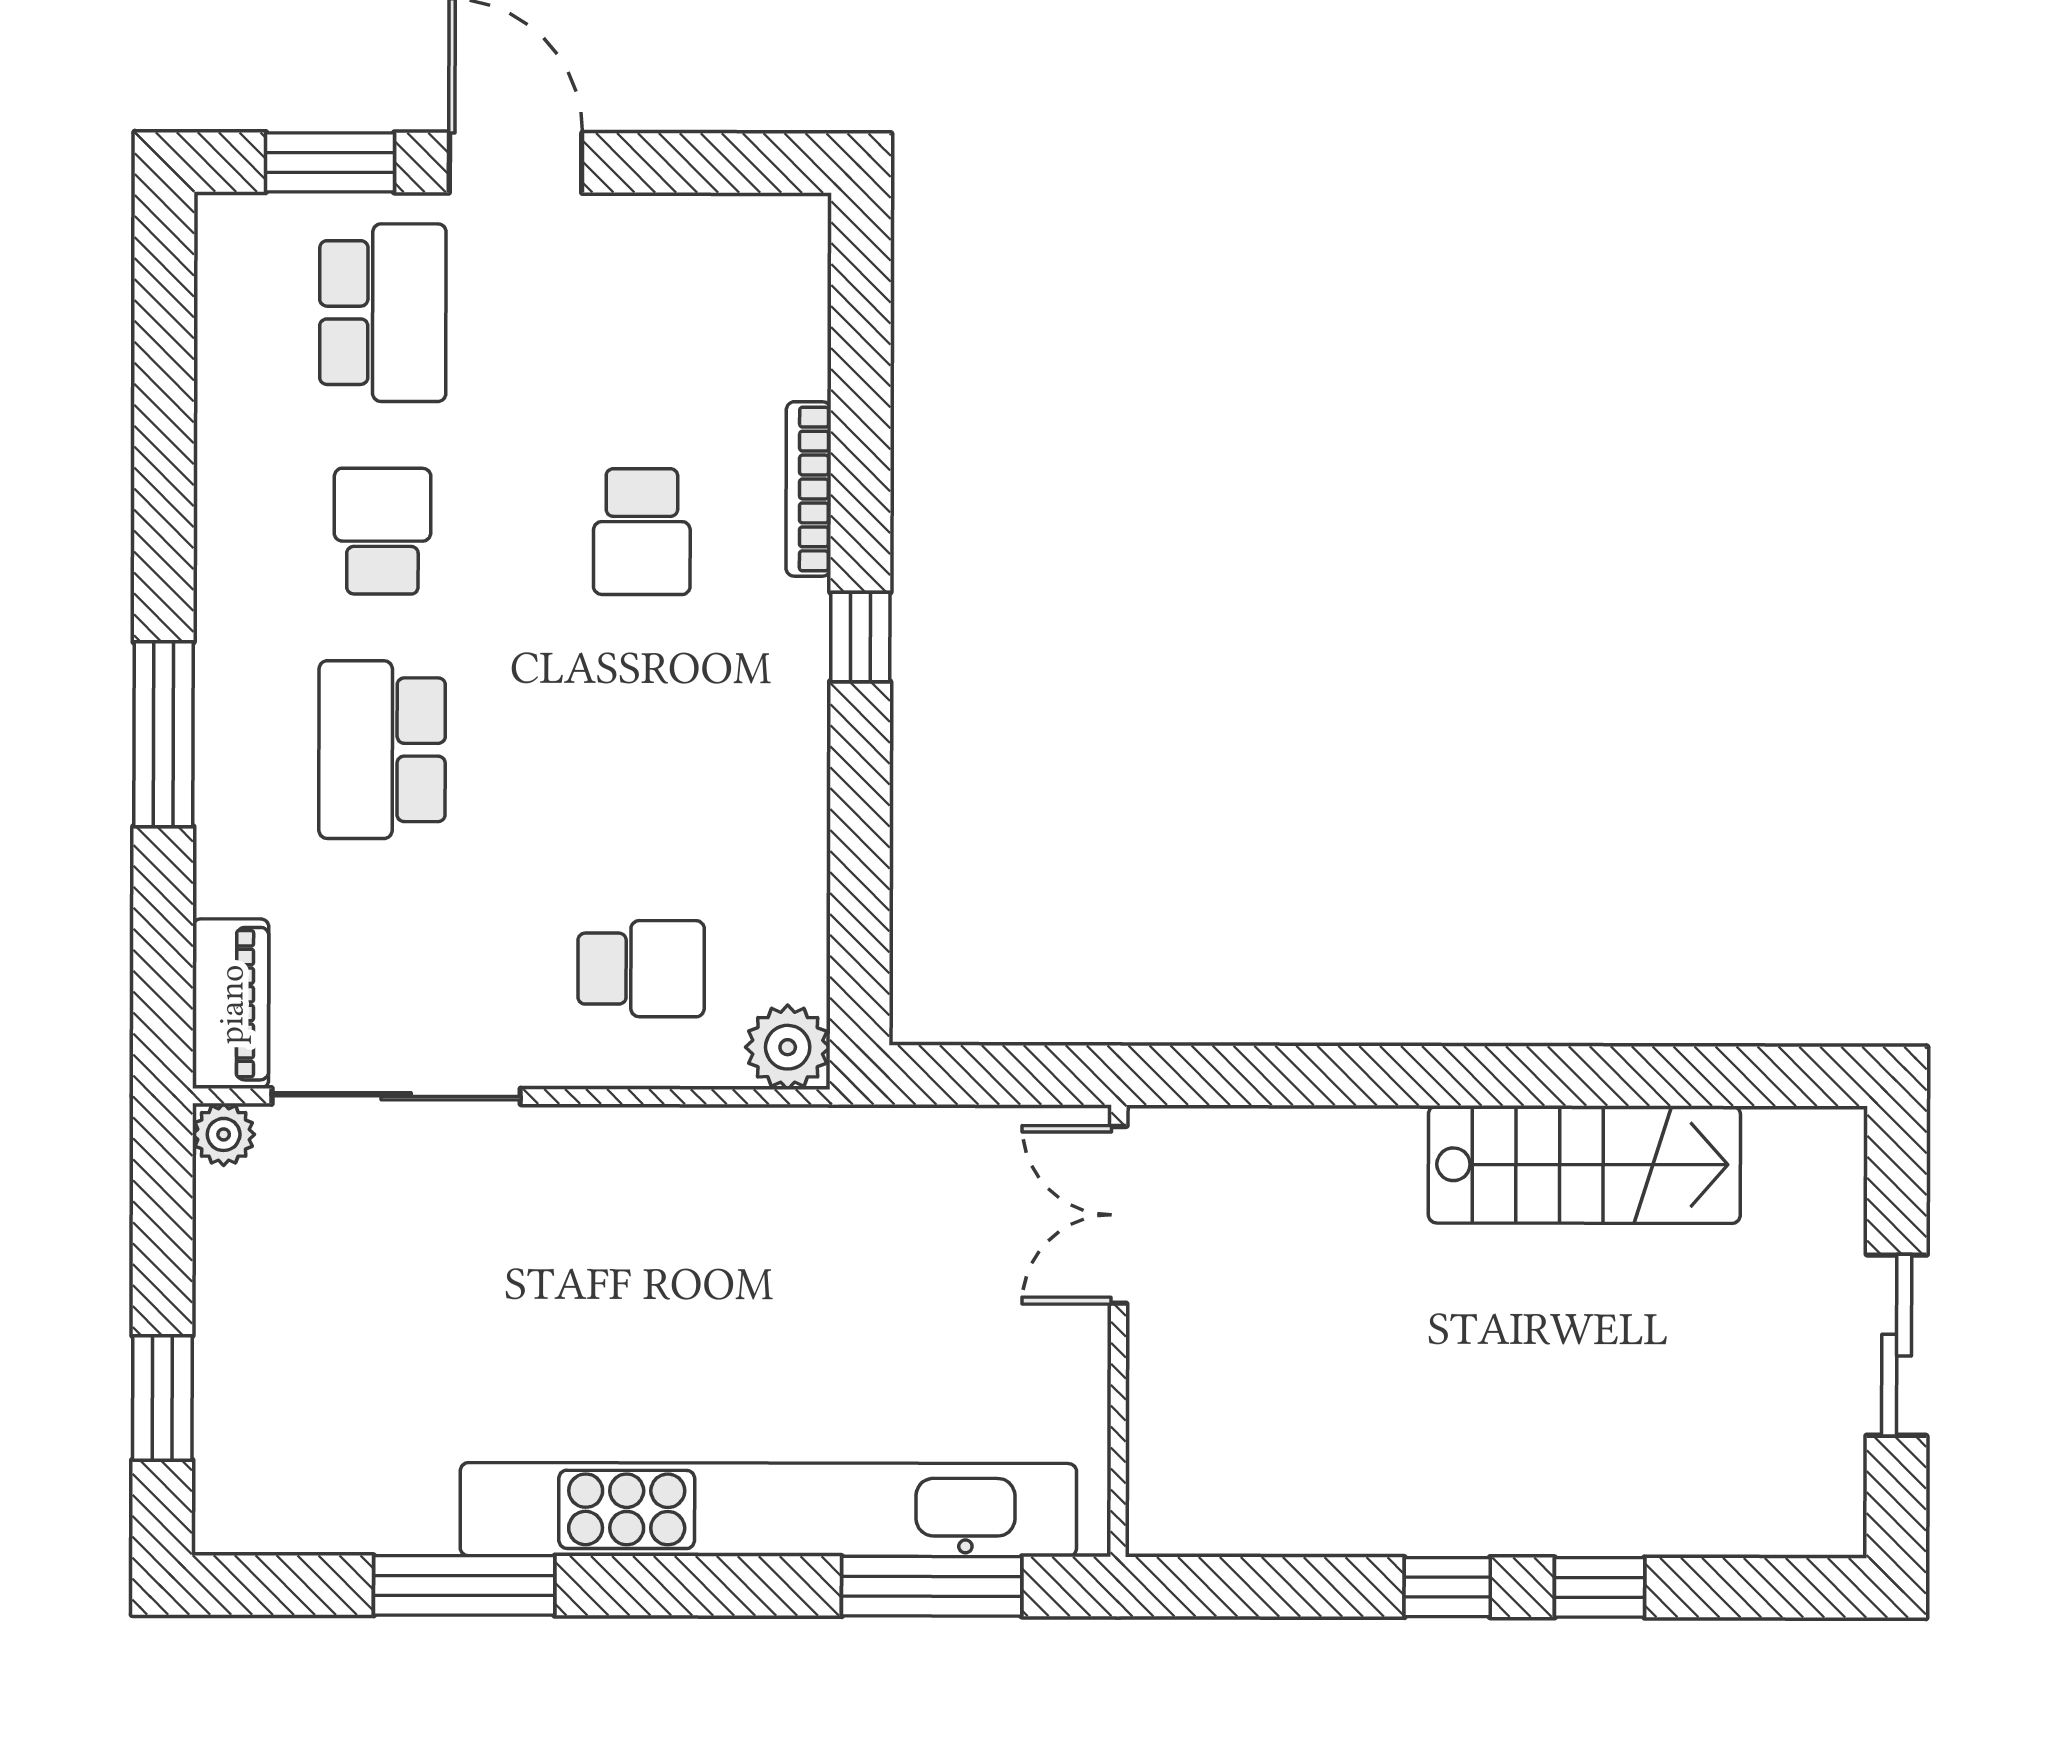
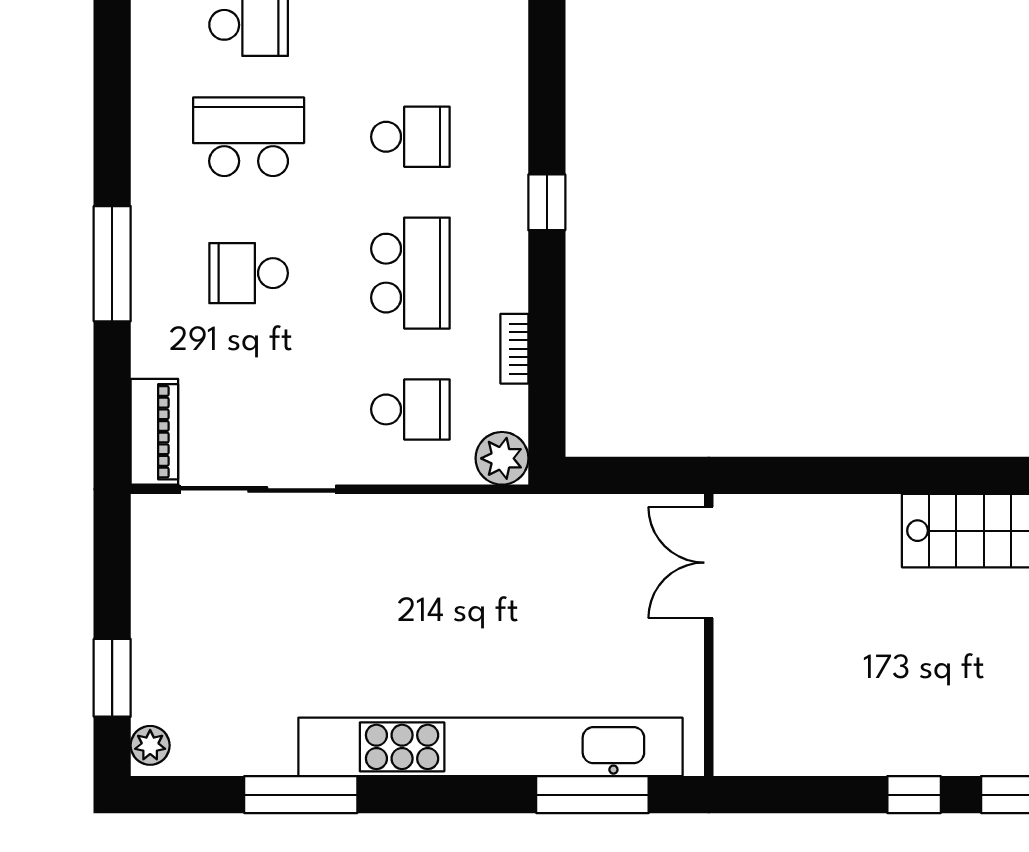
bookcase: (809, 489) -> (514, 349), moved, width x0.64
school desk: (382, 531) -> (249, 137), width x1.85
school desk: (642, 532) -> (410, 137), turned -90
school desk: (382, 750) -> (249, 273), width x0.54
school desk: (641, 750) -> (410, 273), added
plant: (224, 1134) -> (150, 745), moved

